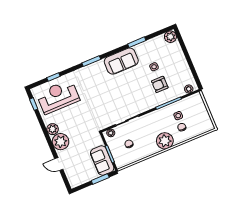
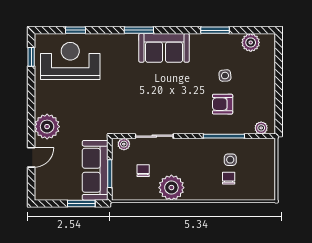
plant: (170, 37) -> (251, 42), moved
sofa: (121, 61) -> (164, 48), moved
plant: (53, 129) -> (43, 104), removed
plant: (165, 141) -> (171, 188), moved
sofa: (102, 160) -> (95, 170), width x1.36
door: (59, 164) -> (31, 157), swing flipped

